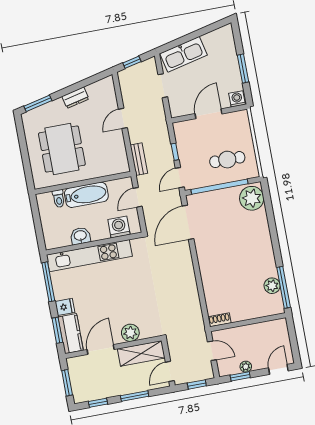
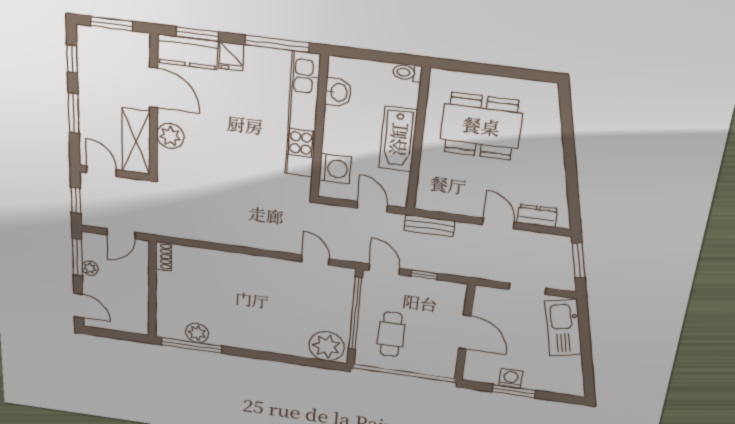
window: (132, 62) -> (579, 260), width x1.50
dresser: (75, 98) -> (537, 216), moved, turned 103
washing machine: (237, 99) -> (511, 378), moved, turned -90
window: (38, 103) -> (566, 114), removed
toilet: (59, 199) -> (407, 73), moved
door: (188, 222) -> (315, 260), width x0.53
washbasin: (80, 236) -> (338, 92), moved
window: (240, 376) -> (77, 257), width x1.50

